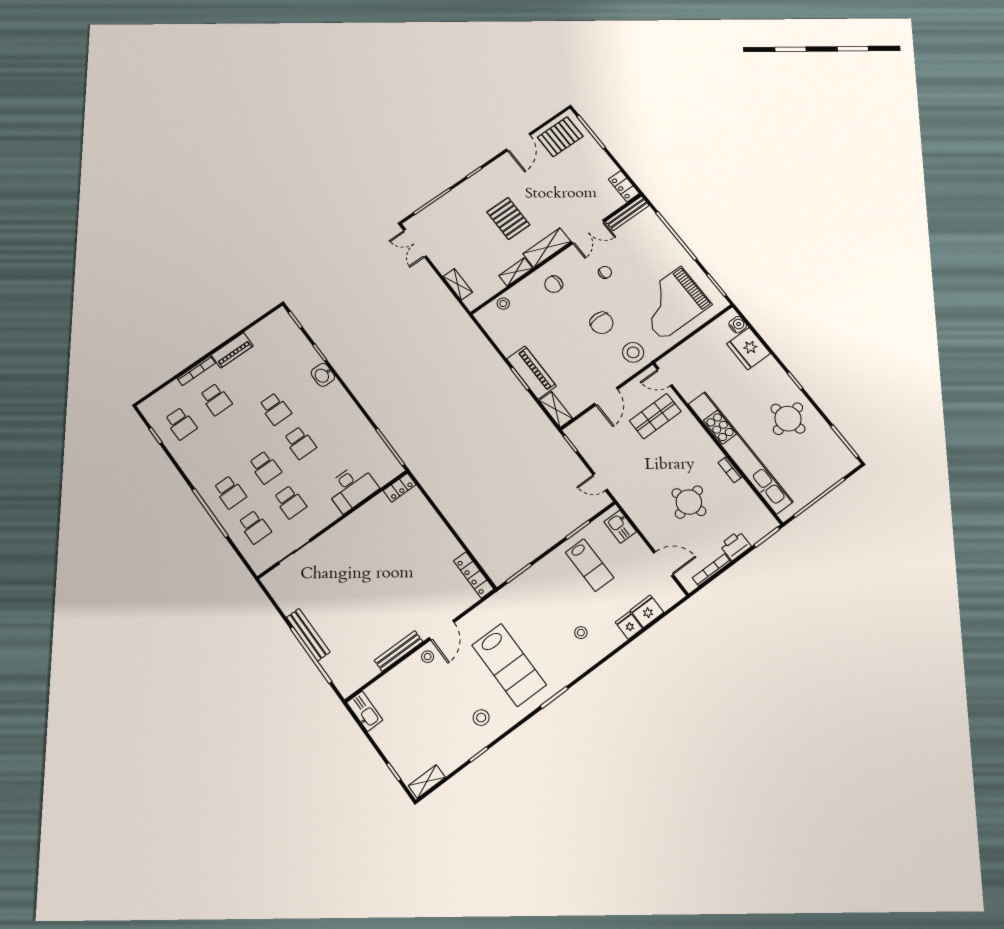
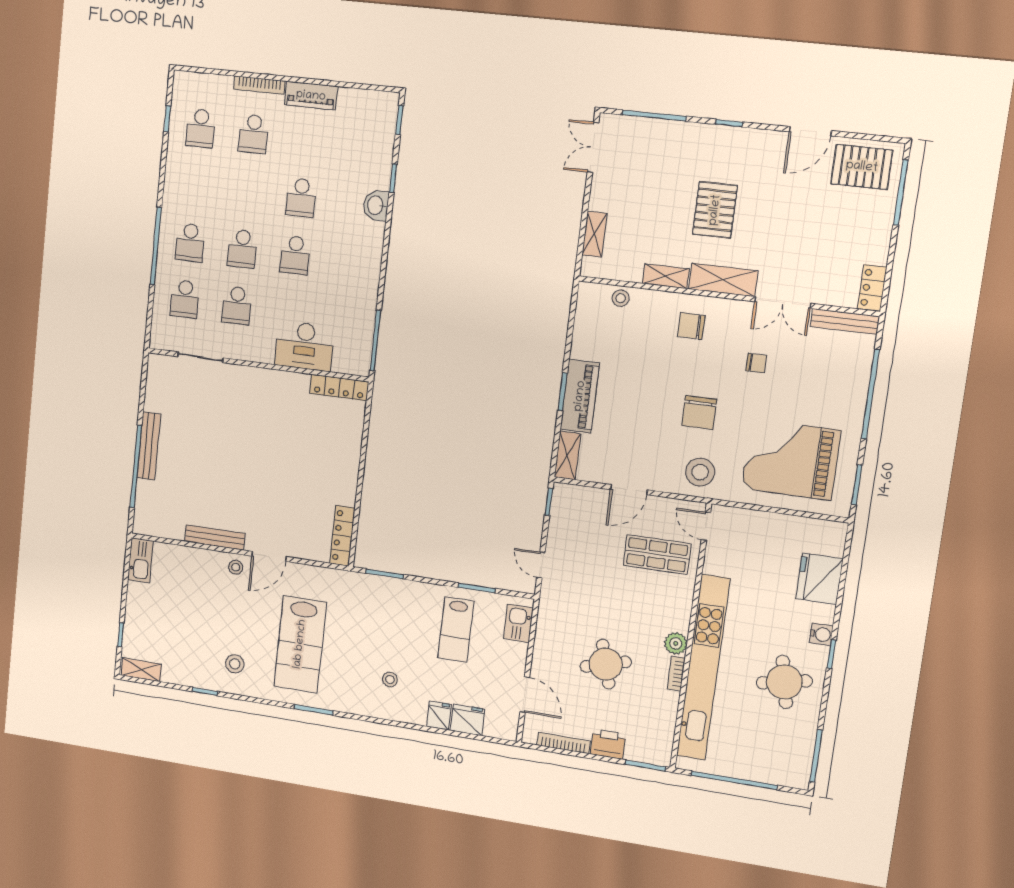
water cooler: (738, 325) -> (821, 634), moved
plant: (713, 454) -> (676, 643), added
locker: (400, 488) -> (339, 388), width x1.53

